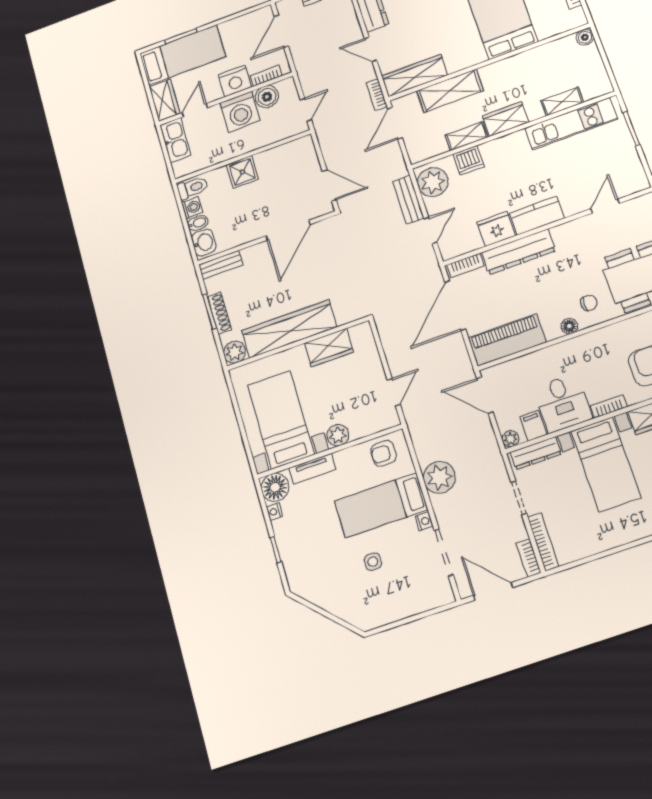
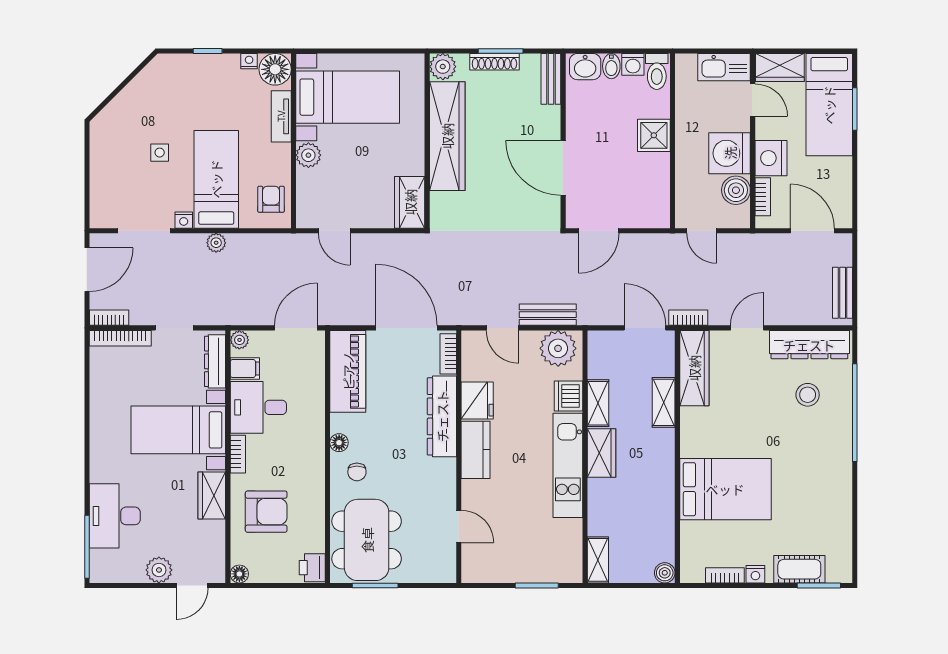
shelving: (450, 91) -> (664, 402), width x0.67, depth x0.75
shelving: (562, 101) -> (598, 560), moved
kitchen unit: (571, 124) -> (568, 465), moved
wardrobe: (329, 348) -> (410, 202), moved
plant: (439, 477) -> (216, 243), width x0.53, depth x0.53

